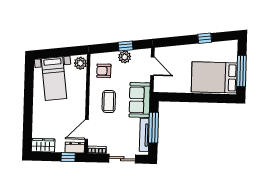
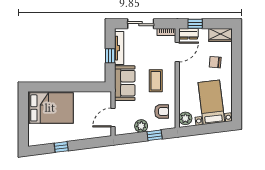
window: (126, 46) -> (155, 135), moved
door: (152, 66) -> (113, 117), hinge flipped
window: (242, 71) -> (23, 115), removed
chair: (49, 118) -> (215, 62), added
window: (153, 128) -> (110, 56), width x0.46

